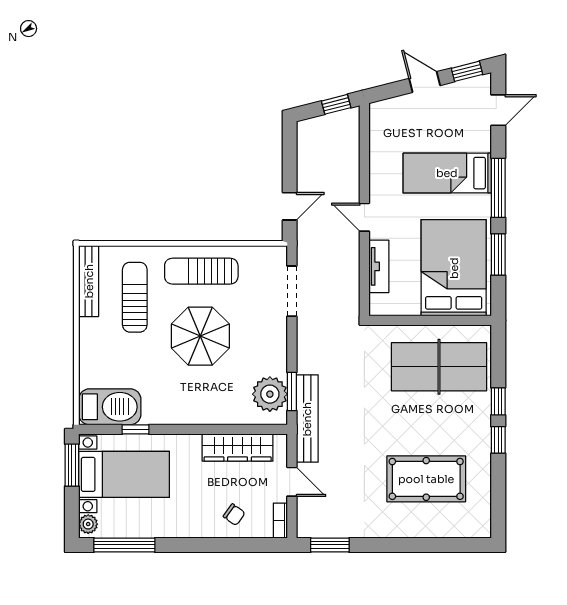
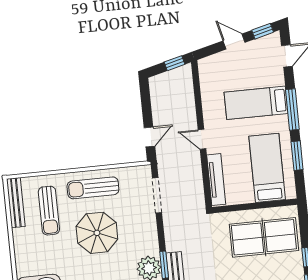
tv unit: (379, 266) -> (216, 180), width x1.41
bed: (454, 268) -> (267, 168), width x0.67
sun lounger: (135, 297) -> (49, 211), turned 180

